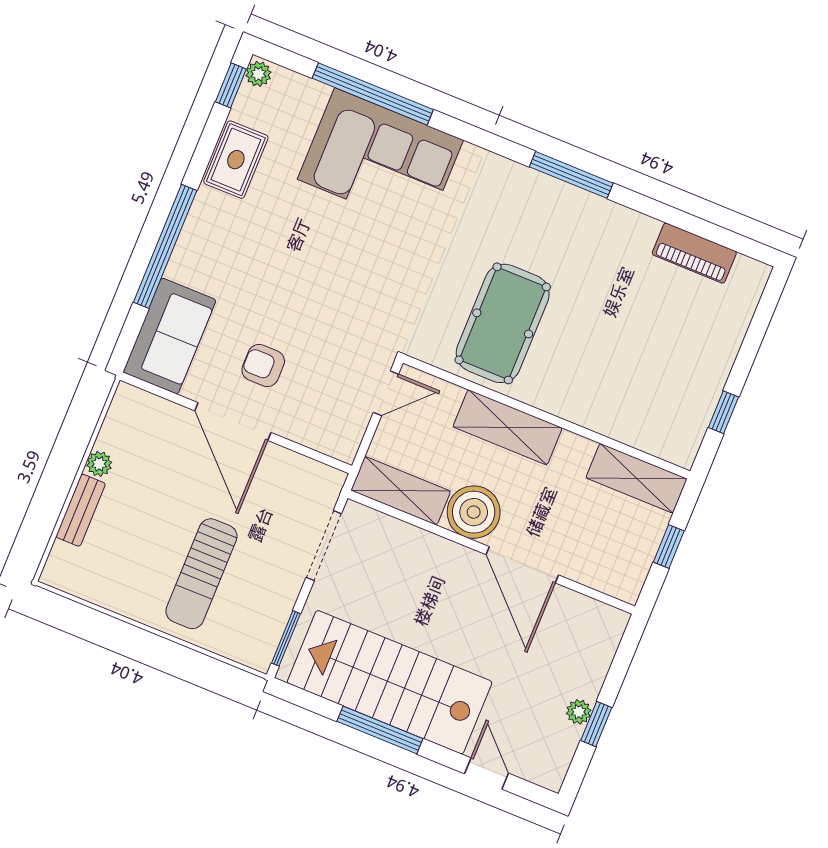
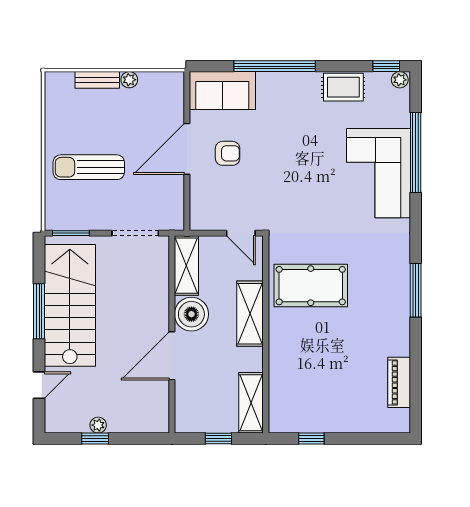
armchair: (263, 365) -> (228, 153), turned 90

